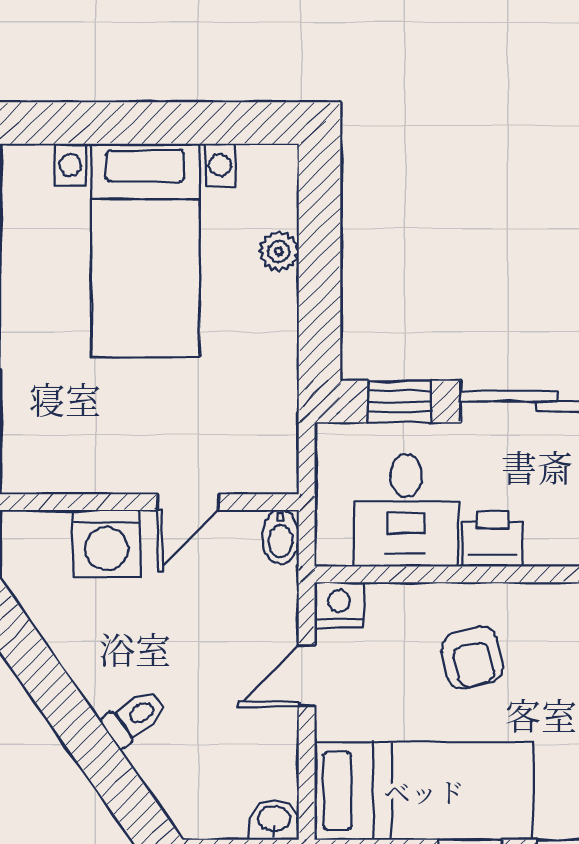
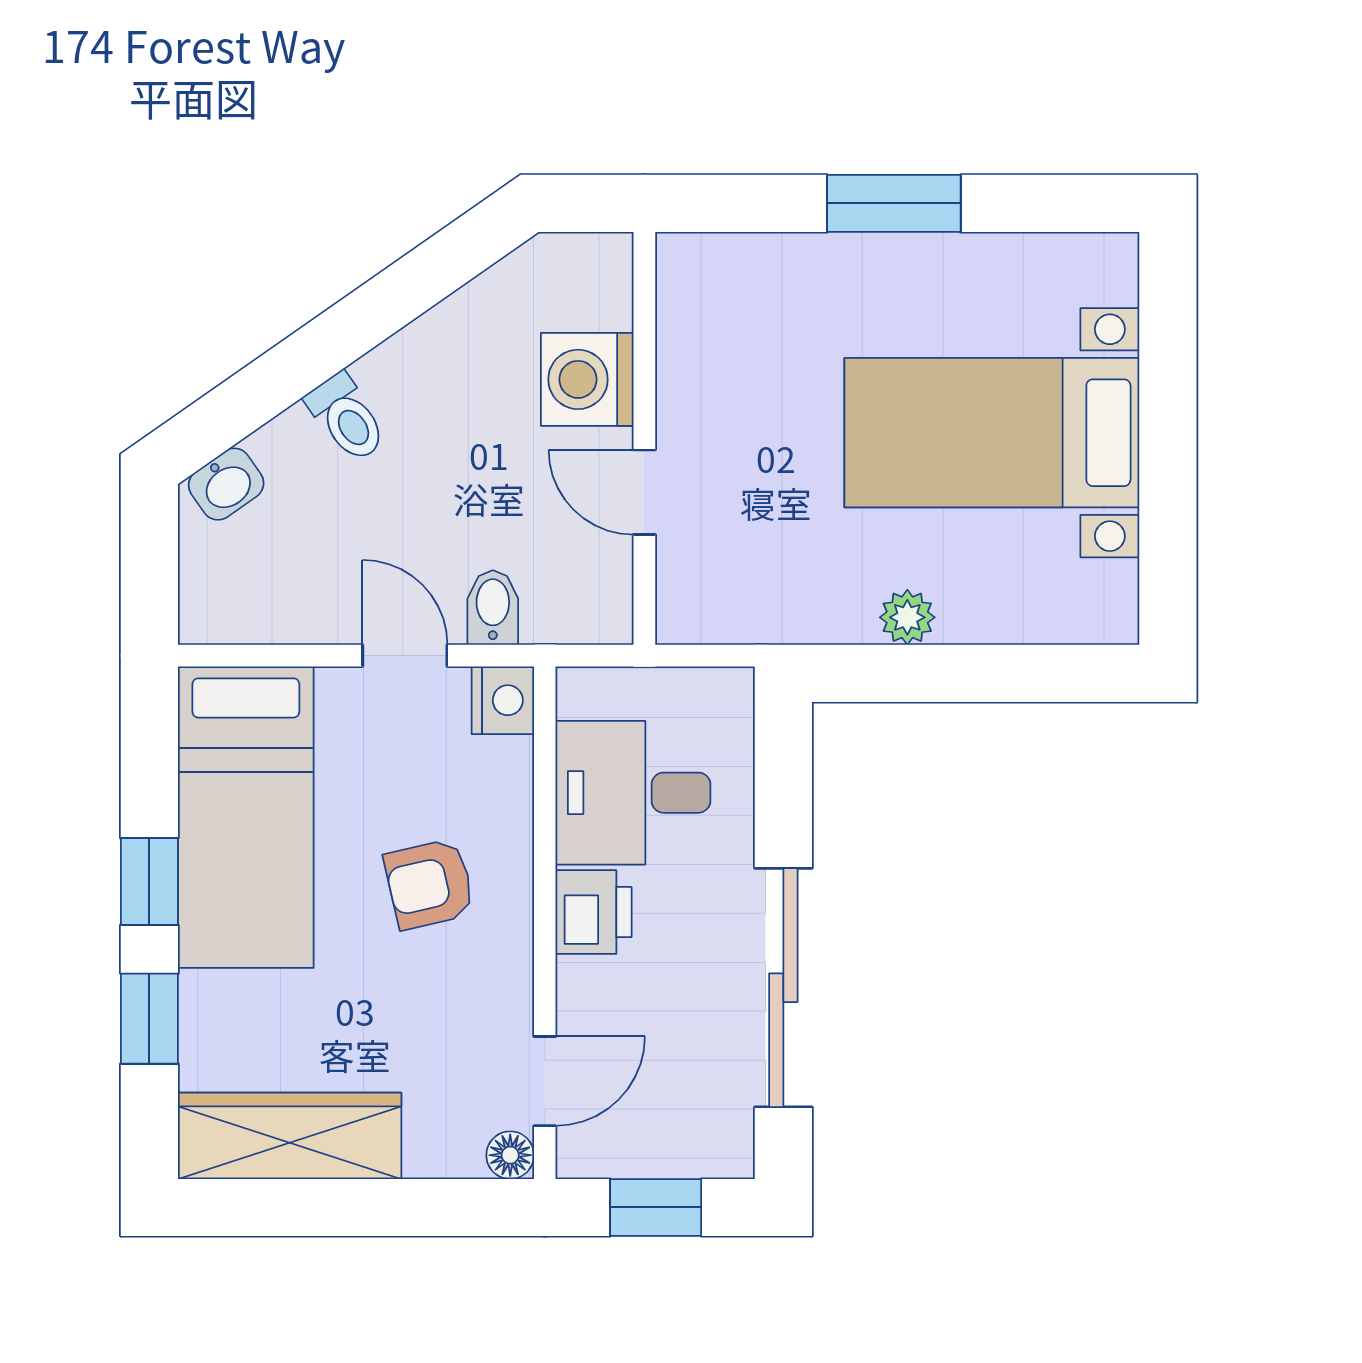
plant: (279, 251) -> (907, 617), moved
window: (399, 401) -> (783, 784), removed
bidet: (281, 537) -> (493, 608), moved, turned 90
washbasin: (274, 820) -> (226, 484), moved, turned 55

